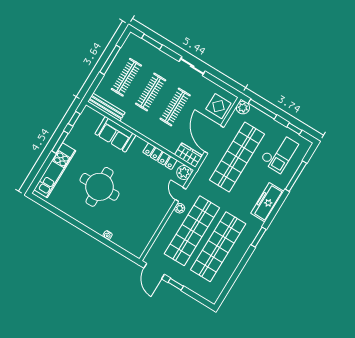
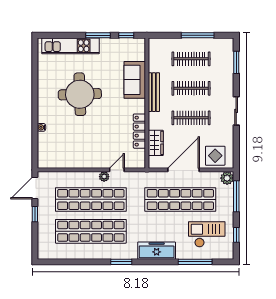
bench: (106, 107) -> (154, 92), moved
checkout: (279, 153) -> (207, 234), turned 180
wardrobe: (189, 155) -> (156, 143), moved
plant: (184, 172) -> (138, 161), removed

